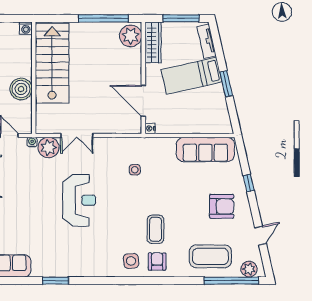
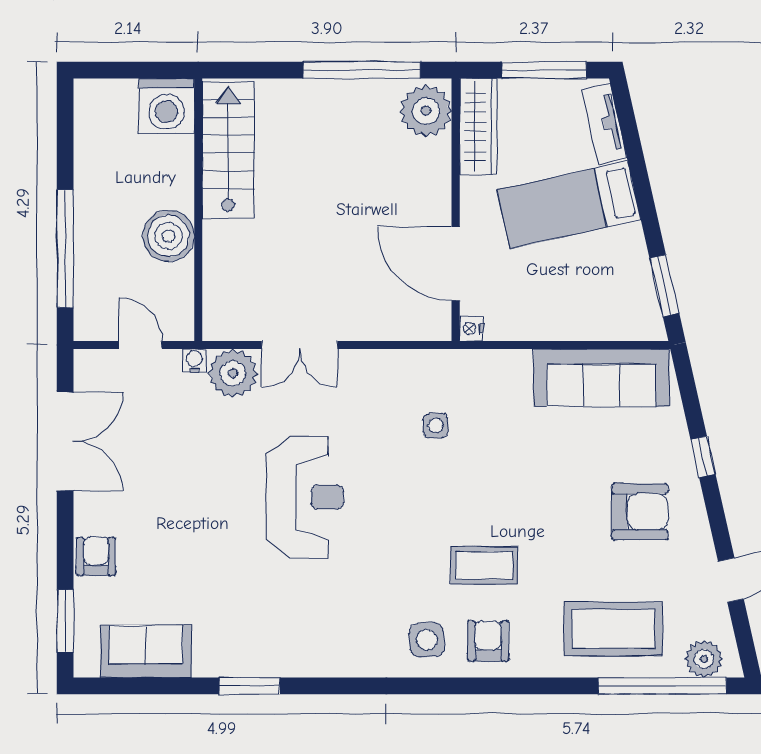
washing machine: (26, 28) -> (167, 106), width x1.89, depth x1.89
stairs: (52, 63) -> (228, 150), width x0.73, depth x0.66
window: (226, 84) -> (664, 286), moved
coffee table: (155, 229) -> (484, 565), turned 90

